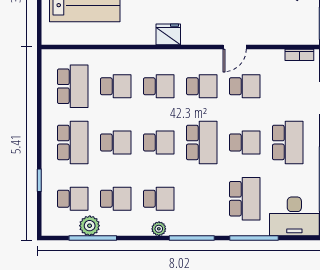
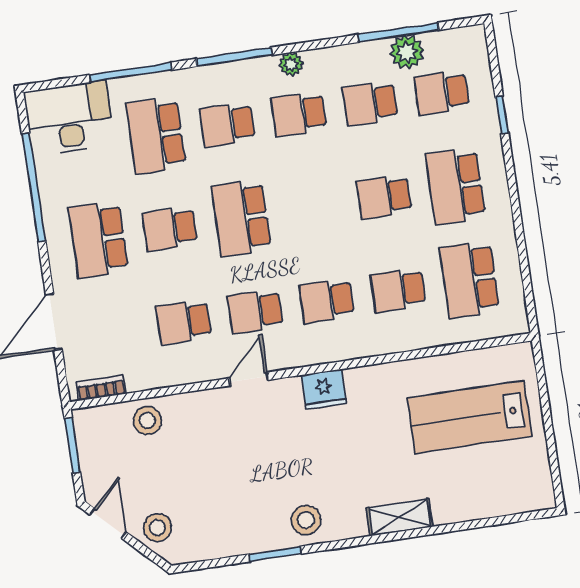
stool: (275, 31) -> (147, 420), added
door: (235, 47) -> (249, 379), moved
school desk: (159, 142) -> (227, 125), moved

